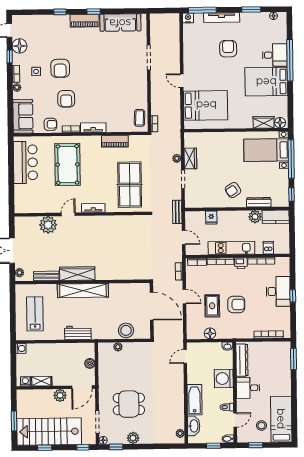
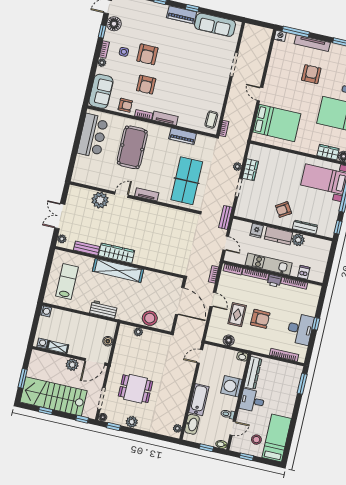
kitchen counter: (276, 217) -> (279, 236), moved
desk: (278, 291) -> (300, 329), moved

